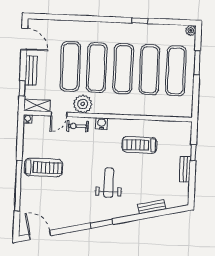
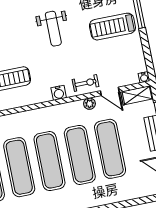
plant: (83, 104) -> (89, 104), width x0.53, depth x0.53
door: (59, 114) -> (110, 91), swing flipped
weight bench: (109, 183) -> (53, 29), moved

